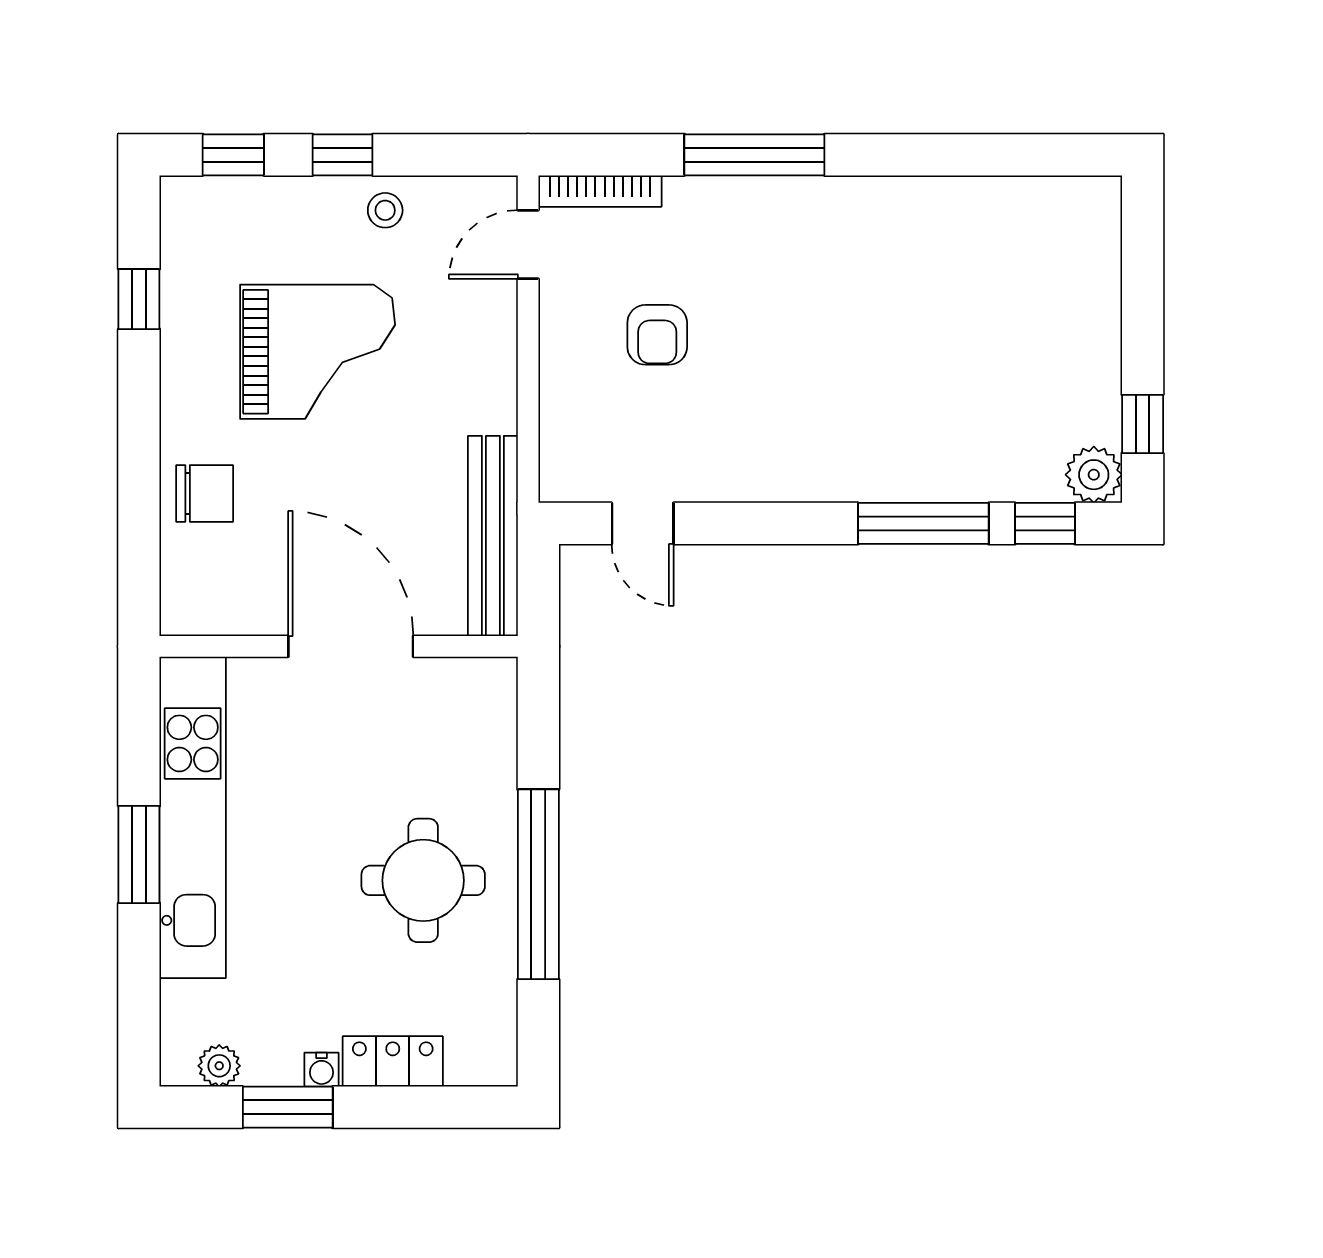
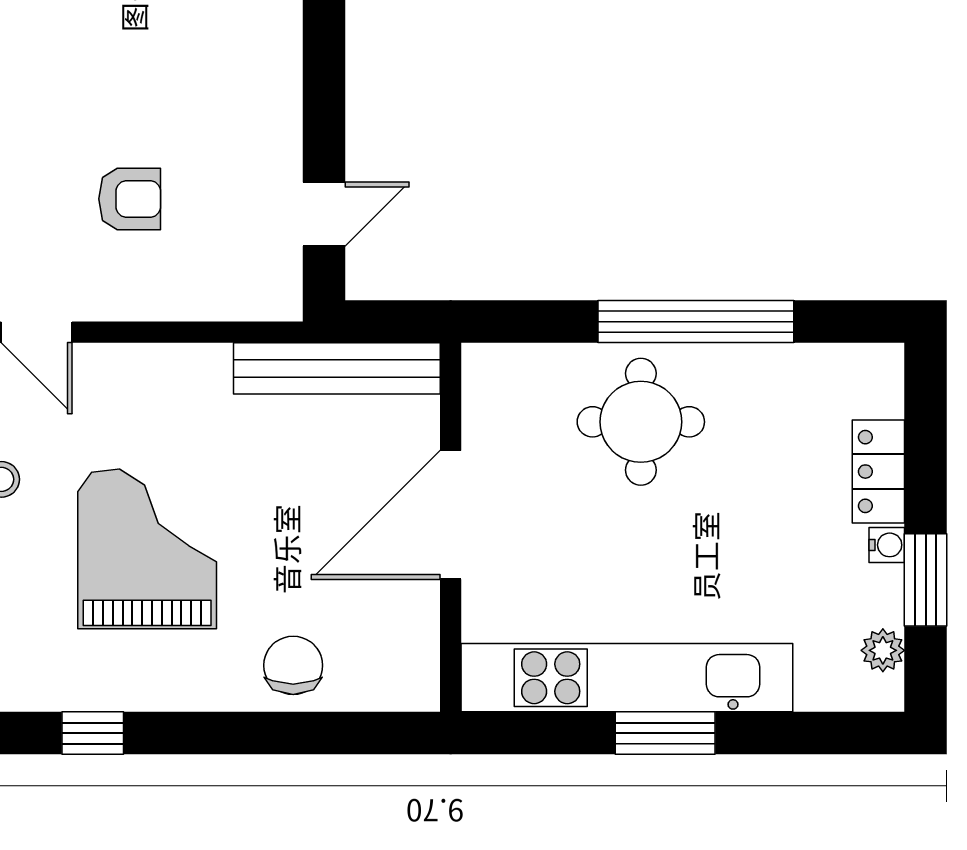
round table: (423, 880) -> (641, 422), moved

